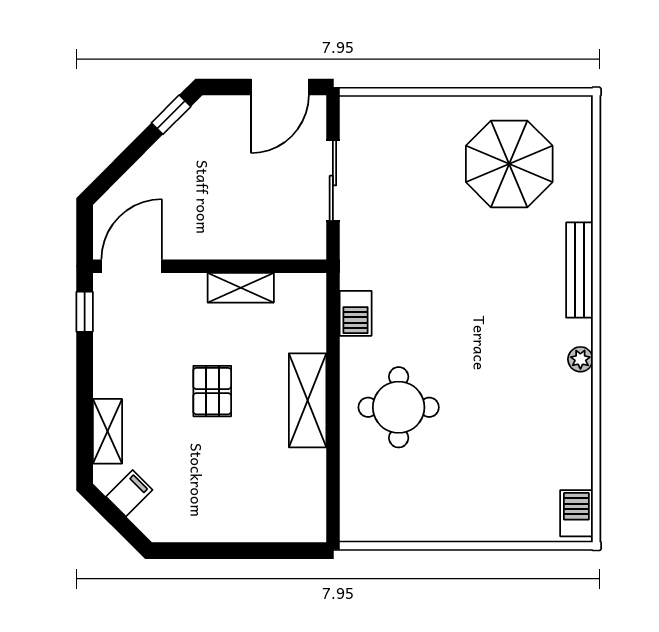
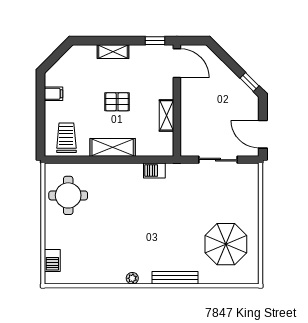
round table: (399, 407) -> (68, 195), moved
shelving: (107, 431) -> (113, 52), moved
filing cabinet: (129, 493) -> (54, 94), moved, turned -45
trolley: (287, 497) -> (66, 138), added
barbecue: (576, 513) -> (52, 260), moved, turned 90

